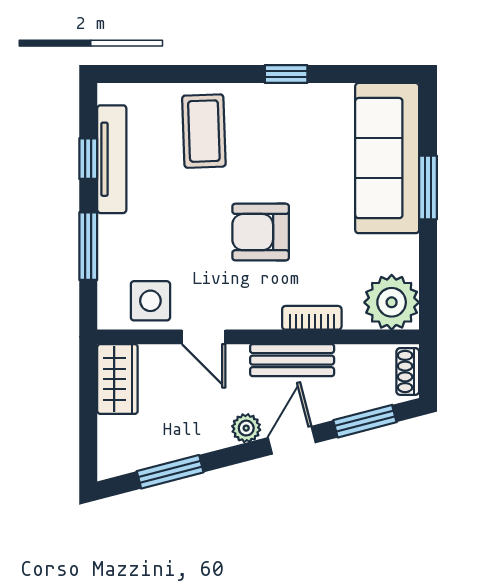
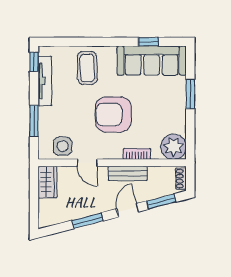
window: (286, 74) -> (149, 42), moved
sofa: (387, 158) -> (152, 61), moved, turned -90
window: (88, 159) -> (34, 62), moved
armchair: (261, 232) -> (113, 114), width x1.36, depth x1.36
plant: (246, 428) -> (107, 205), removed
window: (170, 472) -> (87, 221), moved

